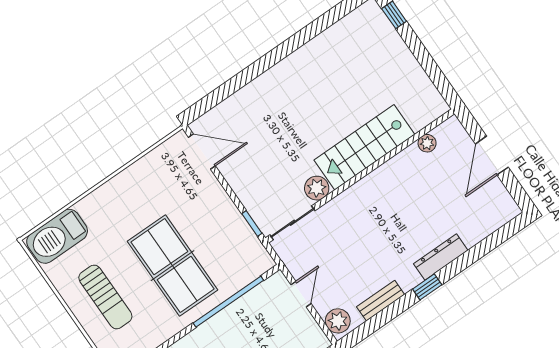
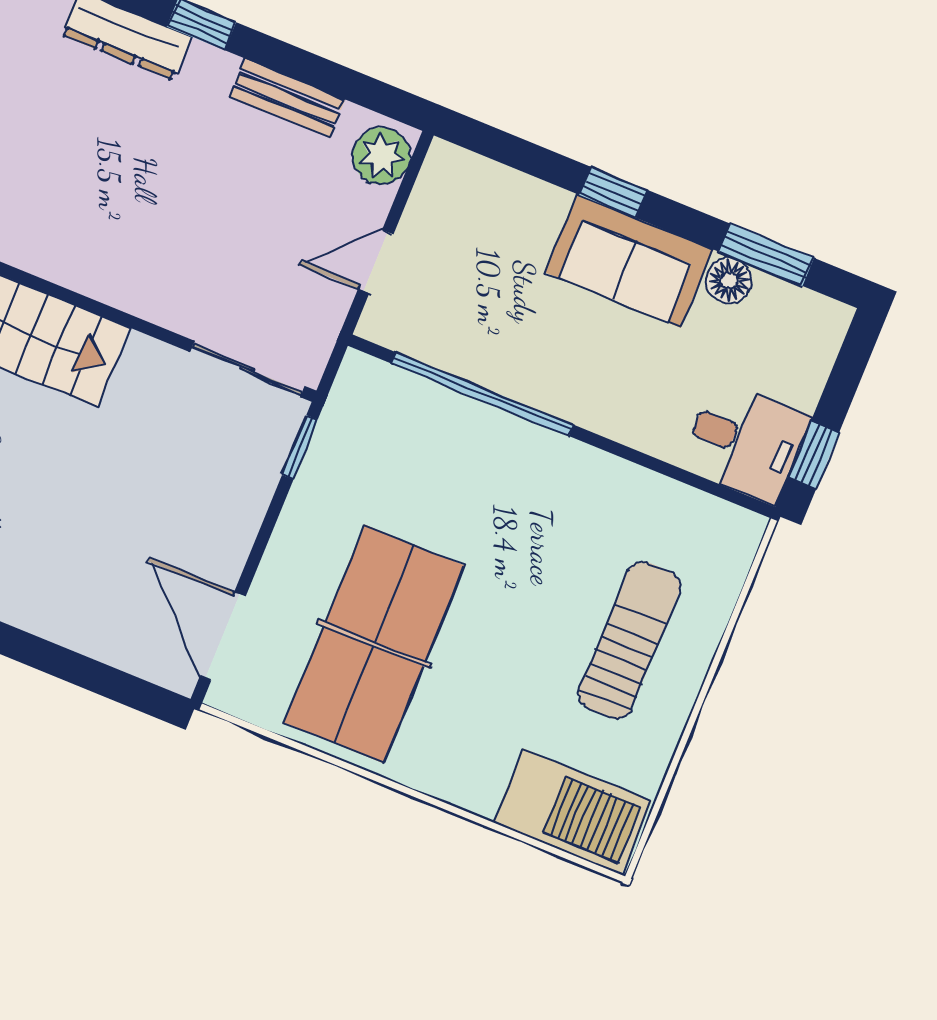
plant: (317, 188) -> (149, 366), removed
table tennis table: (173, 266) -> (374, 644), moved

